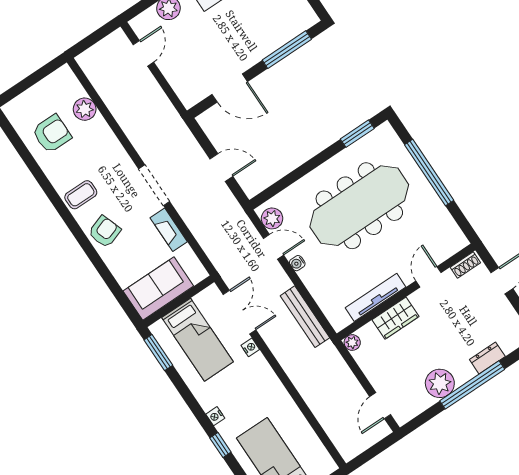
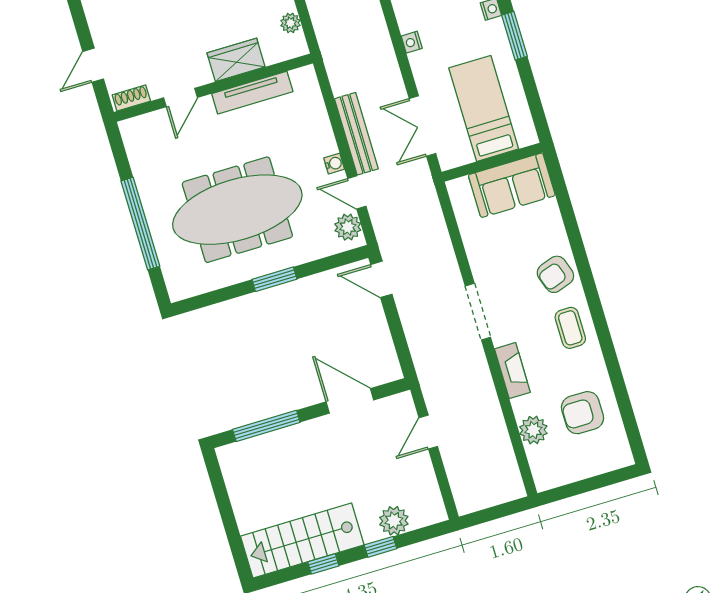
door: (143, 53) -> (428, 432), moved
window: (357, 134) -> (274, 279), moved
door: (221, 168) -> (381, 279), moved
coffee table: (81, 195) -> (570, 328), turned 90
fireplace: (169, 230) -> (512, 371), moved
bench: (305, 317) -> (356, 134), moved
plant: (352, 343) -> (290, 23), moved
nightstand: (250, 347) -> (412, 42), moved
window: (158, 353) -> (514, 36), moved

